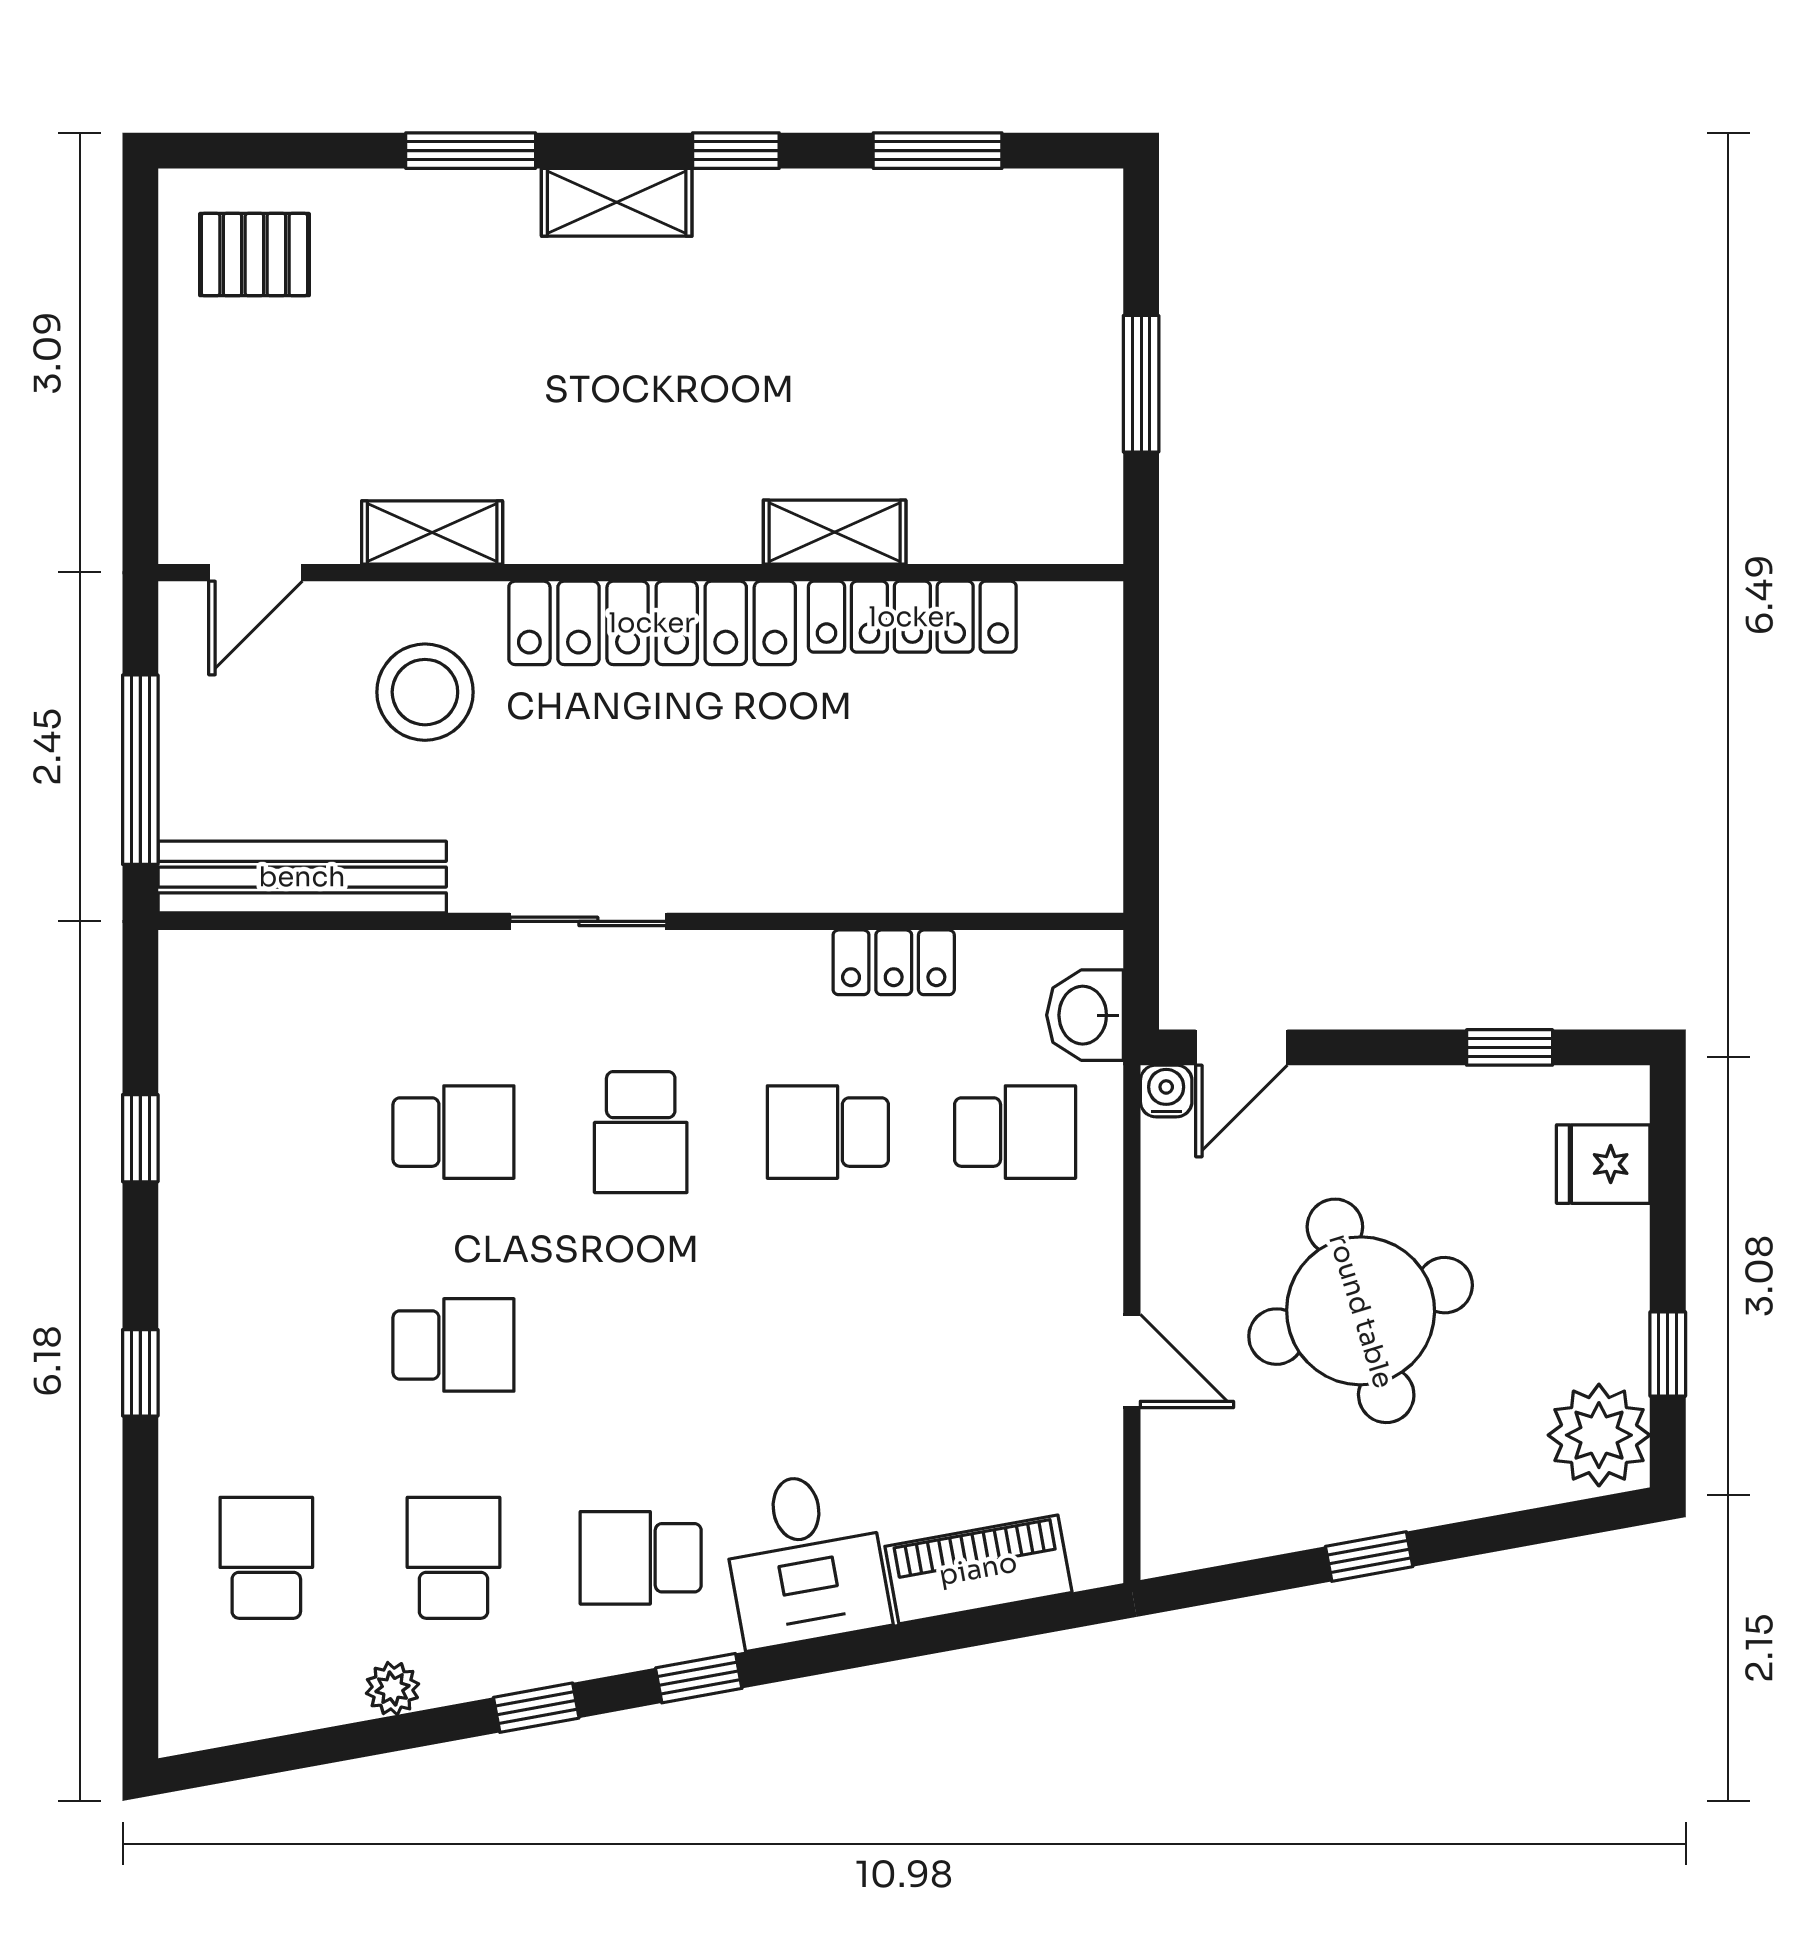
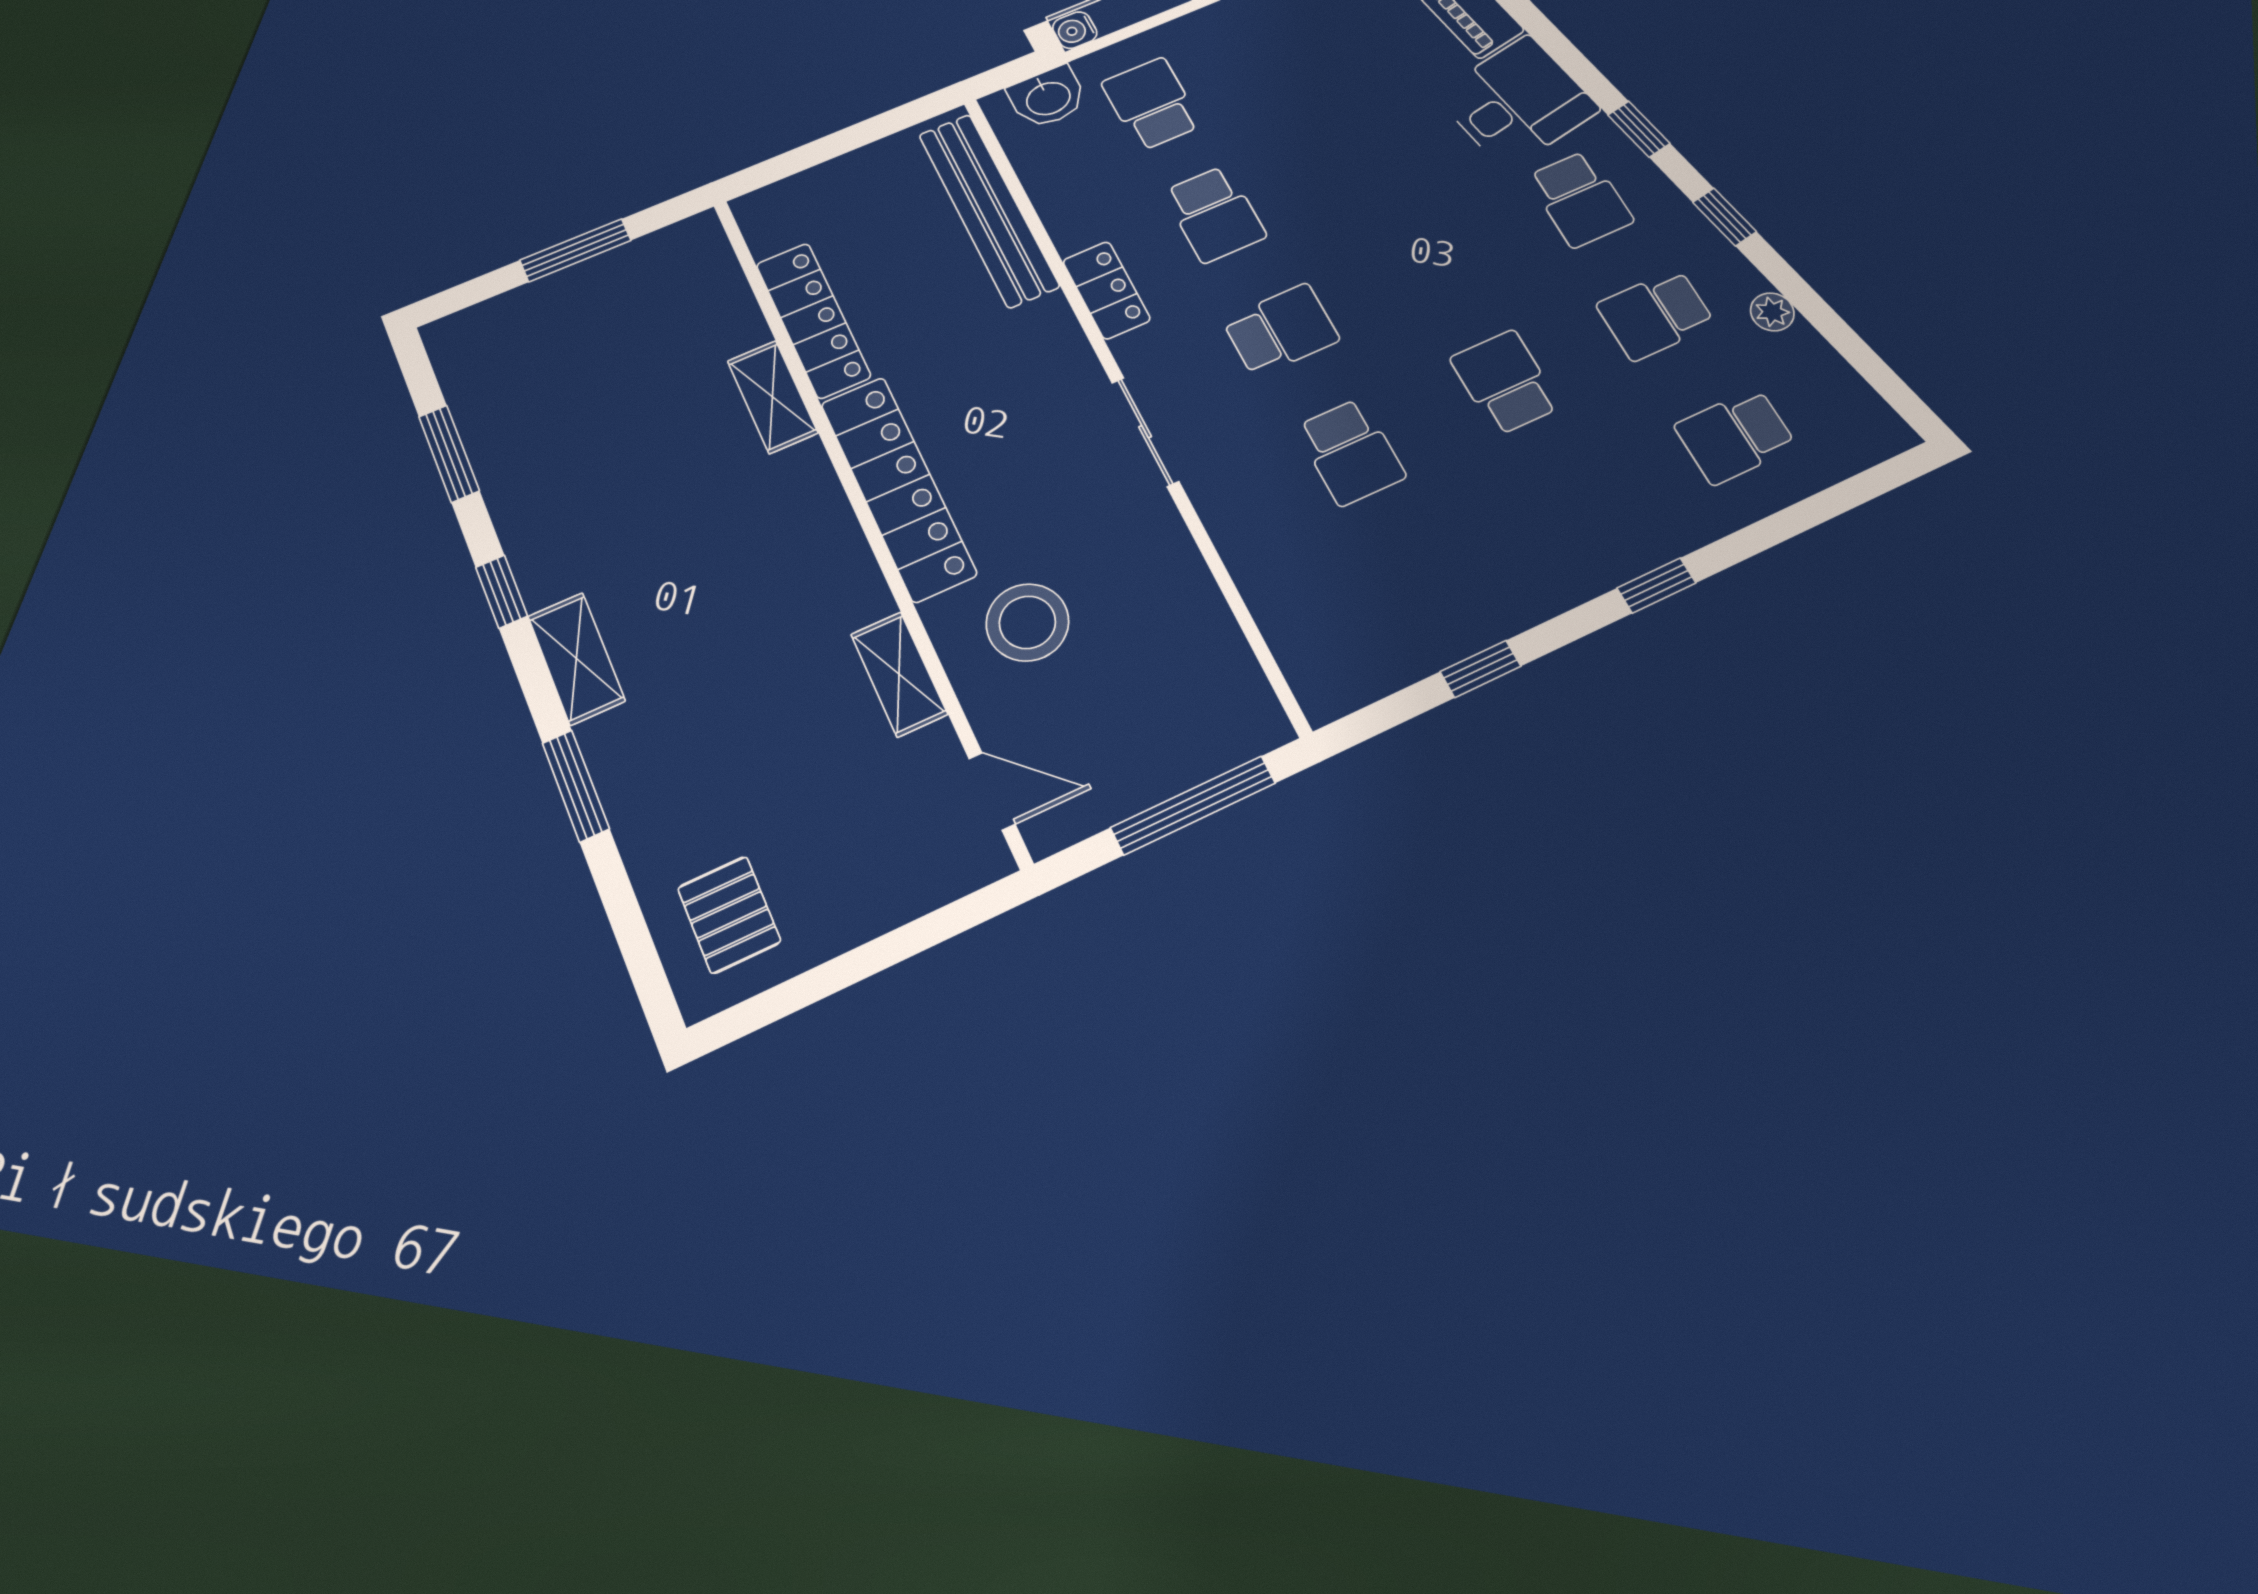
bench: (302, 877) -> (988, 210), moved
locker: (894, 962) -> (1106, 290), moved
school desk: (453, 1132) -> (1351, 452), turned 180

